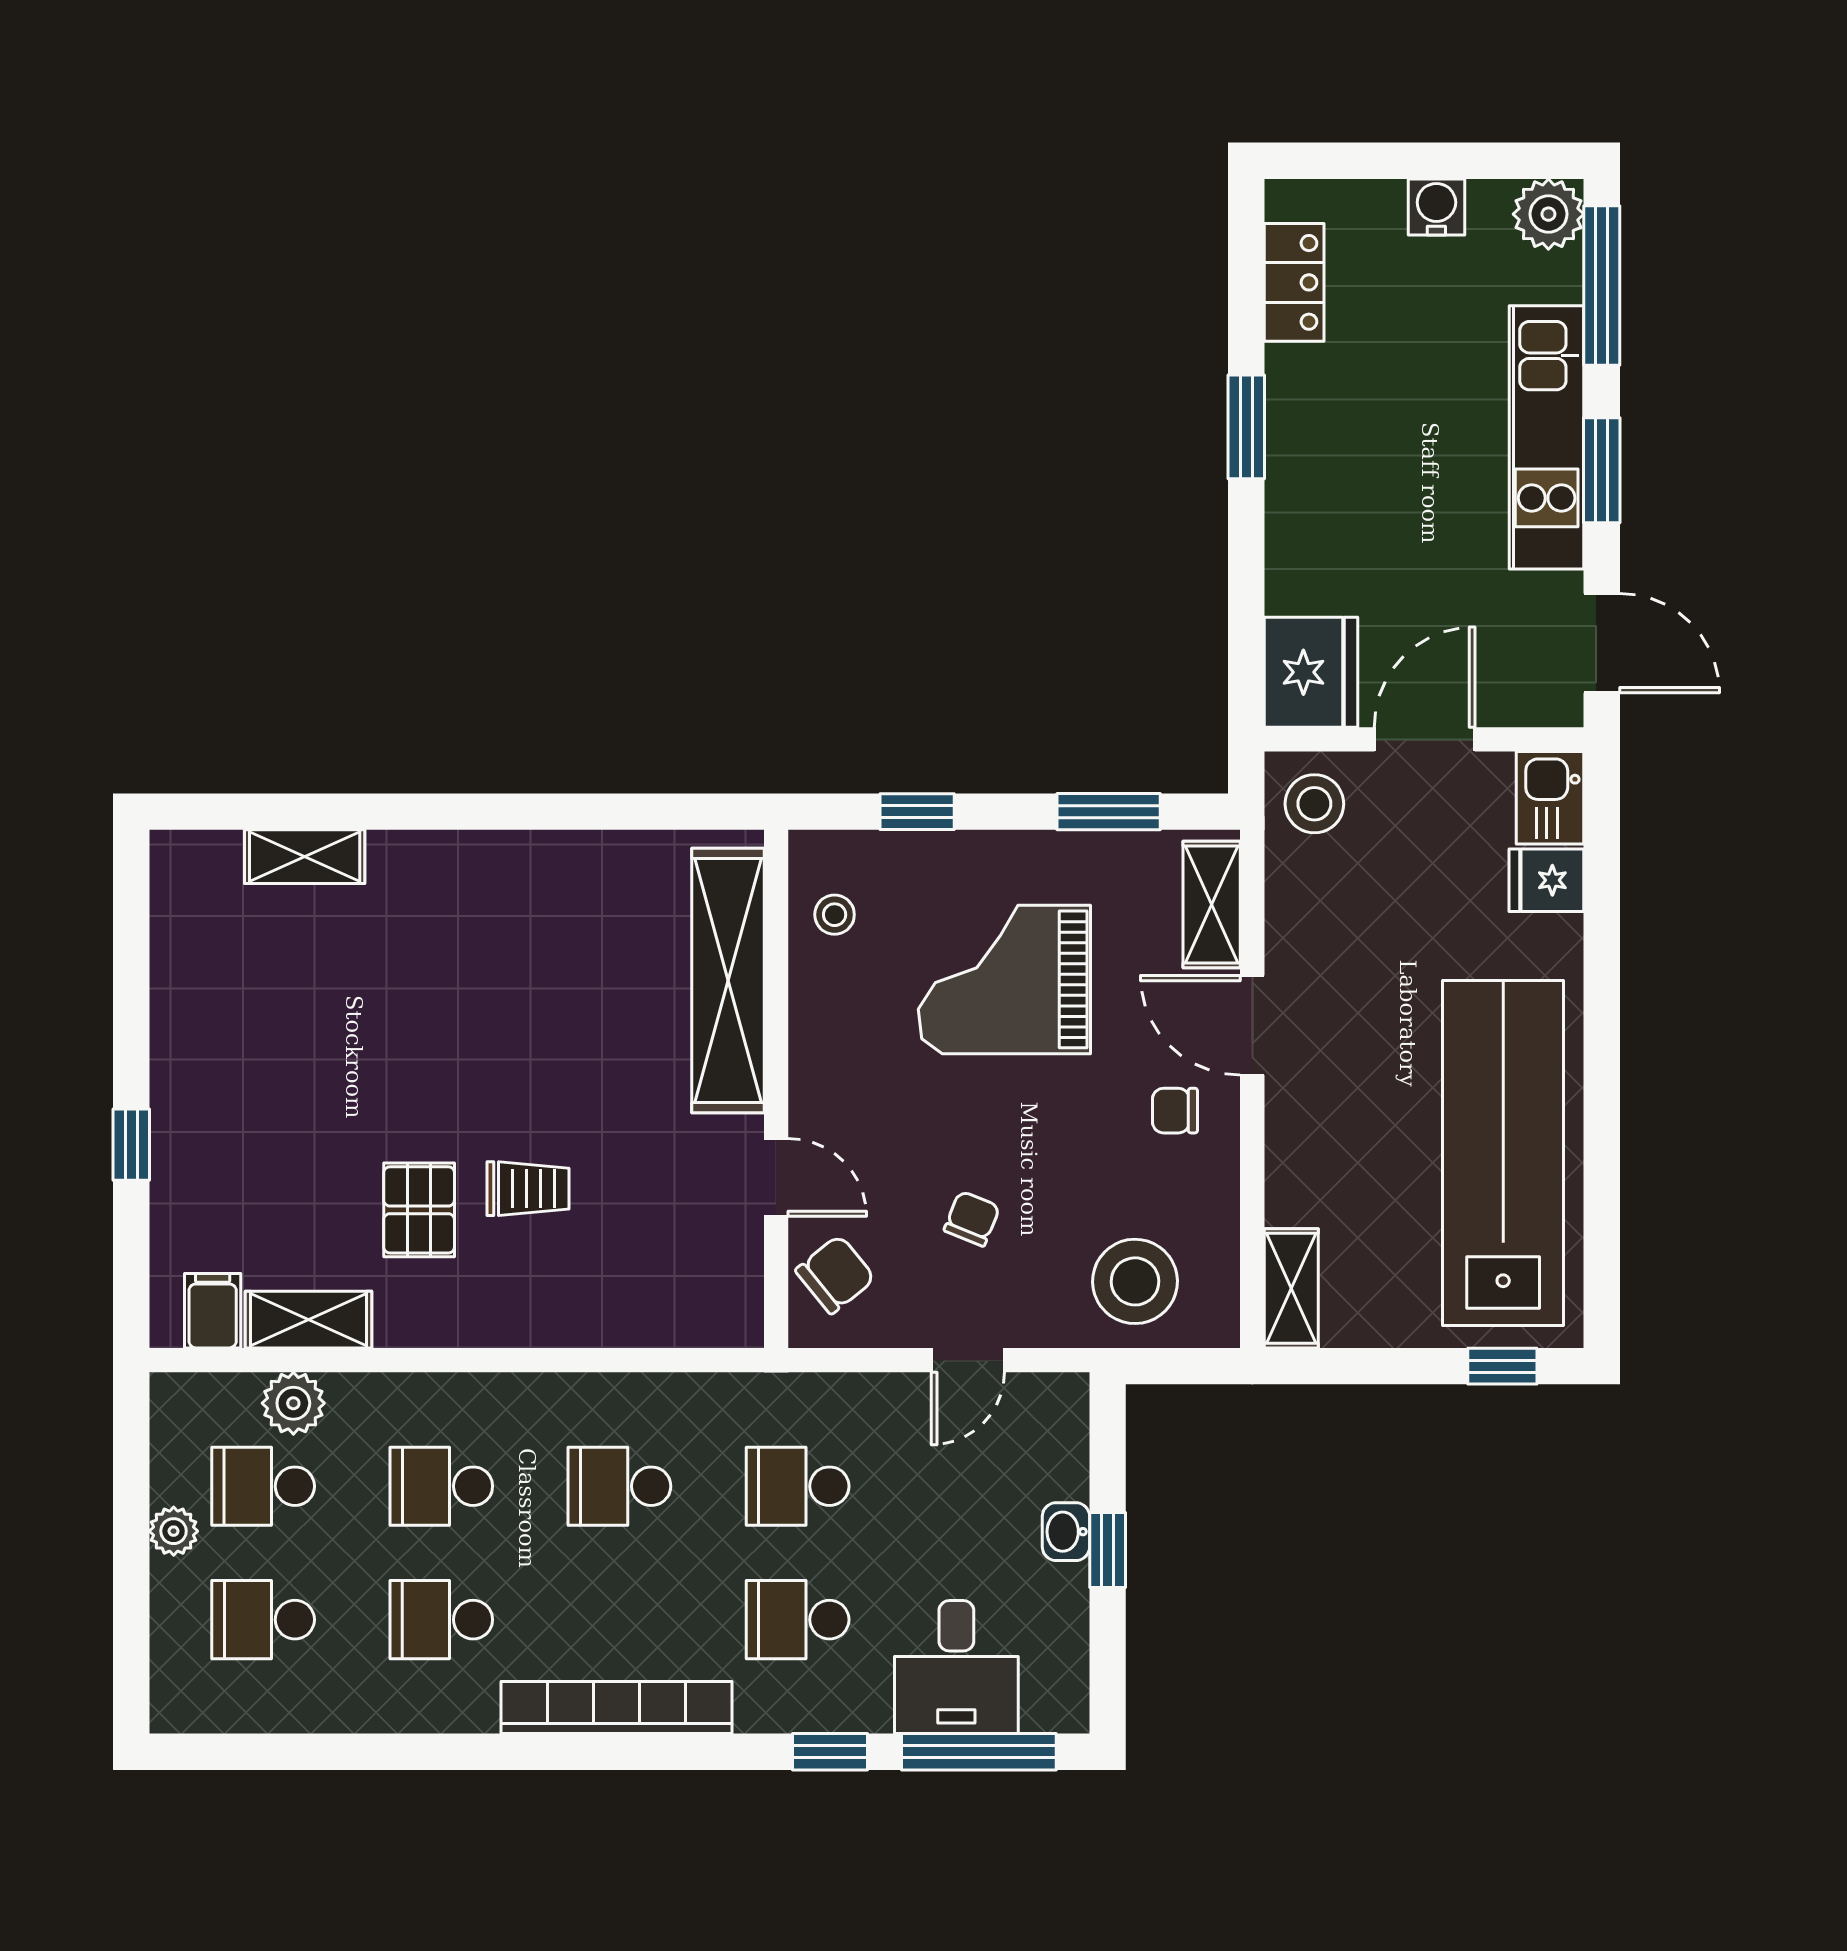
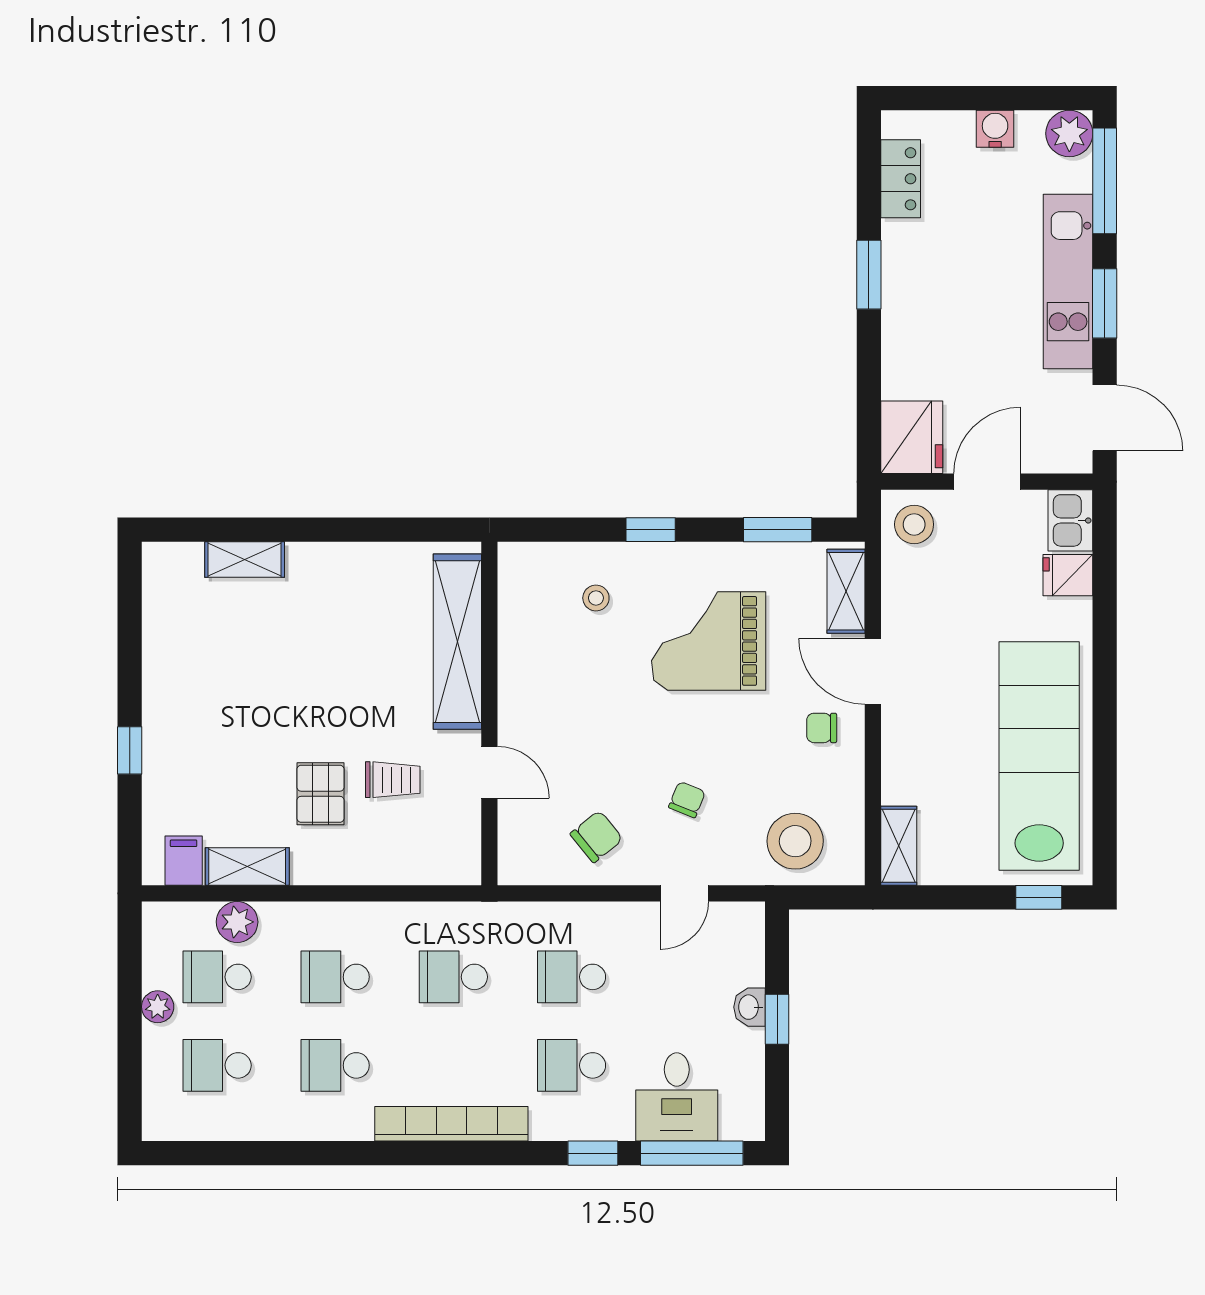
shelving: (728, 980) -> (457, 642), moved
wall: (776, 1089) -> (489, 714), moved
door: (776, 1177) -> (489, 772), moved

